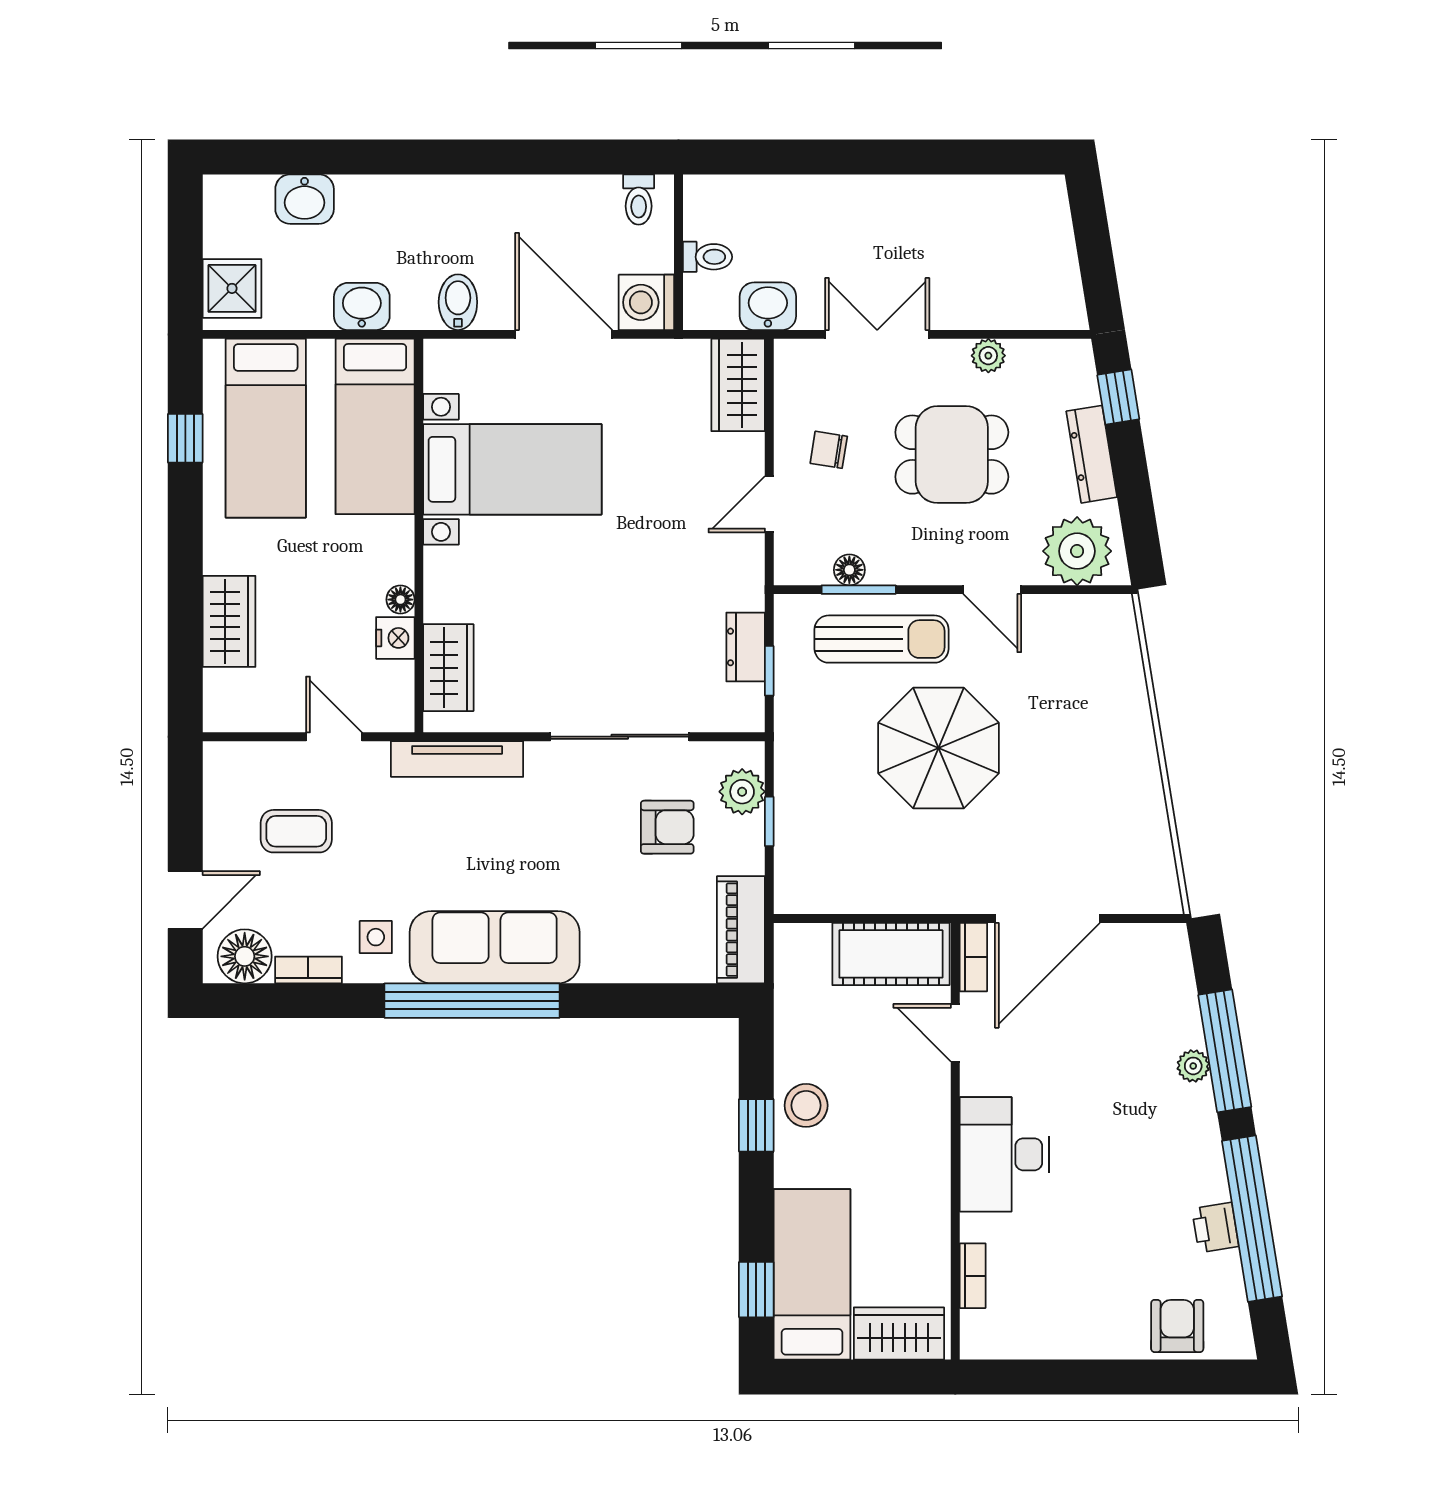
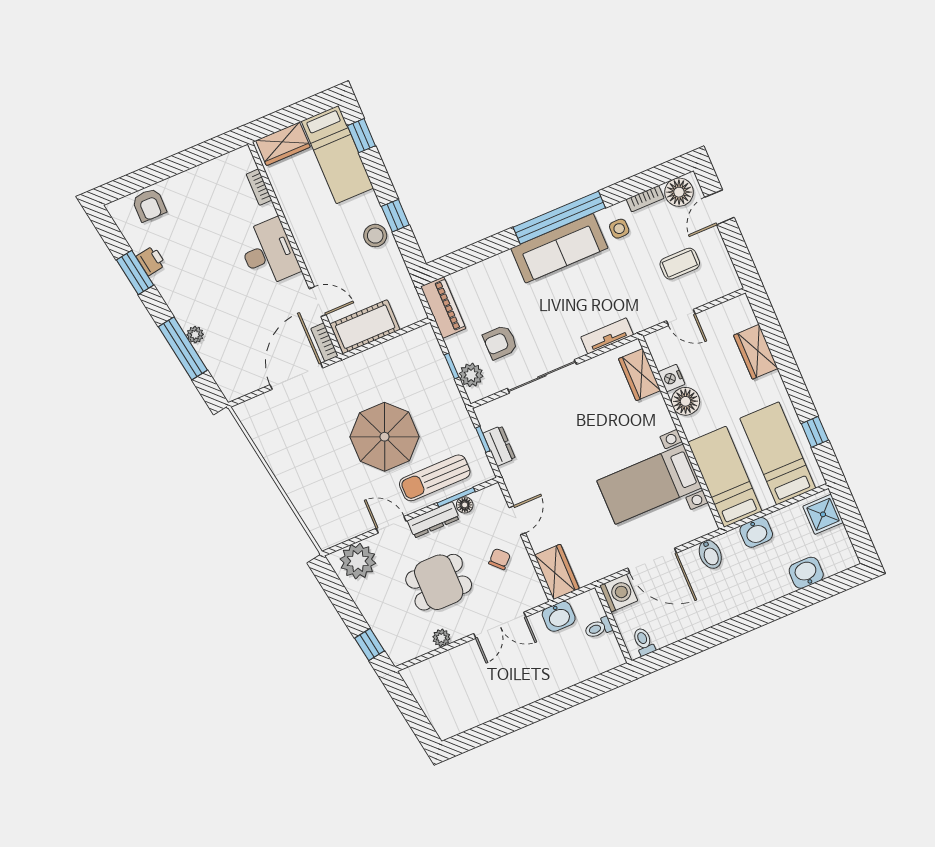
chair: (829, 450) -> (500, 559), turned -54
dresser: (1092, 454) -> (433, 520), moved, turned 99
floor lamp: (400, 600) -> (686, 401), width x1.89, depth x1.89
tv unit: (457, 759) -> (607, 336), width x0.71
window: (1252, 1219) -> (135, 273), width x0.47

